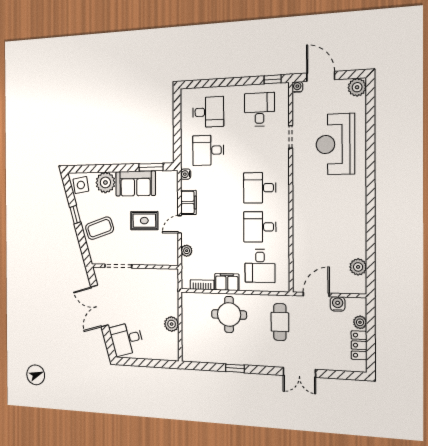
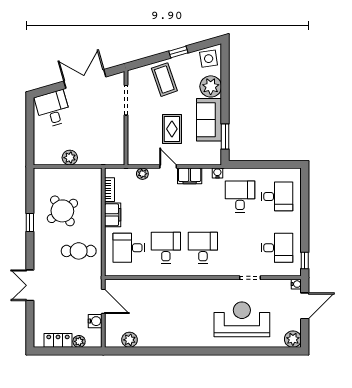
desk: (208, 112) -> (277, 196), turned -90
round table: (229, 314) -> (62, 211), moved, turned -35
cafe table: (280, 322) -> (79, 251), moved

